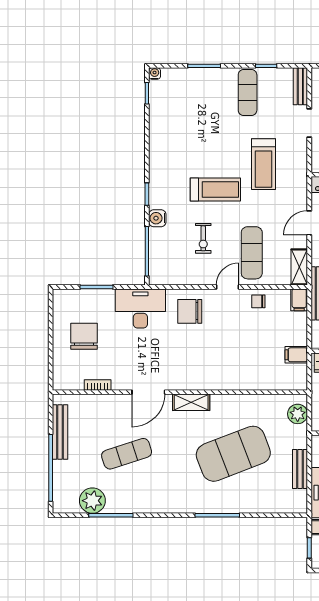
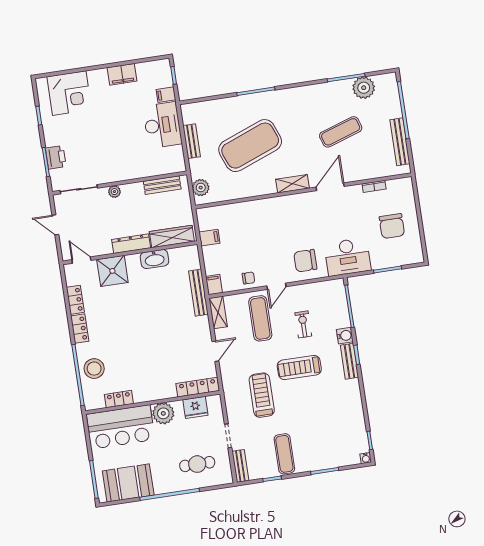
bench: (156, 188) -> (349, 361), added
chair: (190, 311) -> (305, 261), turned 180

